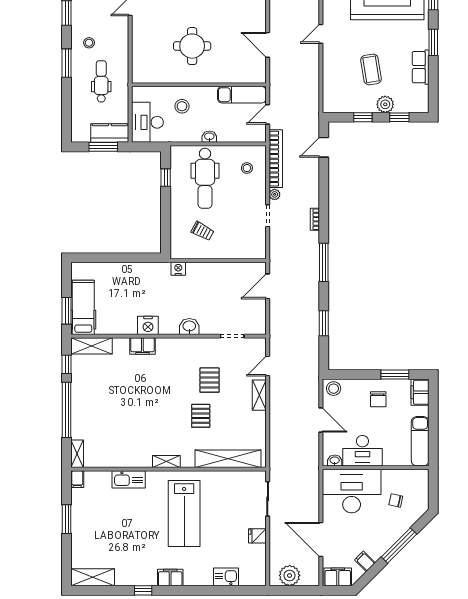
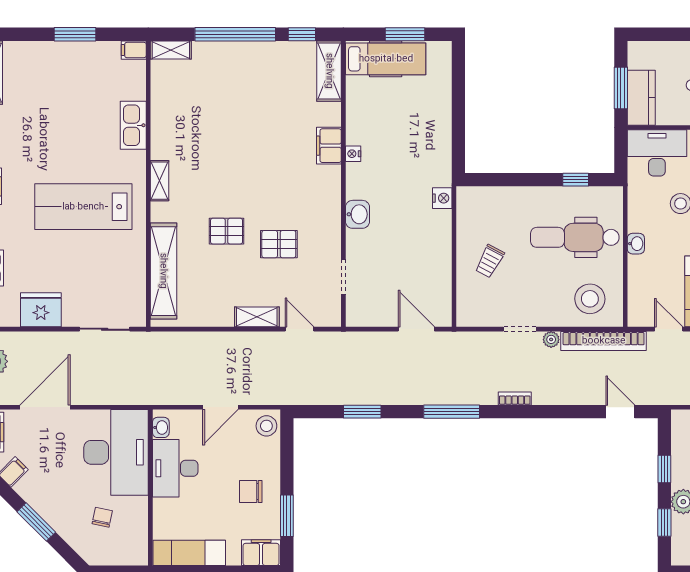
stool: (247, 168) -> (590, 299), width x1.89, depth x1.89
trolley: (202, 231) -> (490, 261), moved
window: (67, 311) -> (405, 34), moved
nightstand: (148, 325) -> (353, 154), width x0.53, depth x0.56
fridge: (257, 536) -> (41, 310), width x1.88, depth x1.34
window: (399, 545) -> (36, 522), width x0.69

